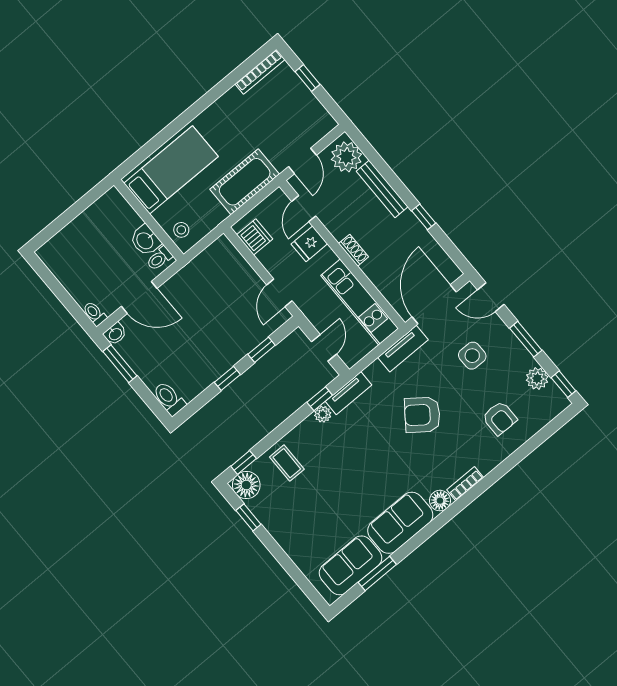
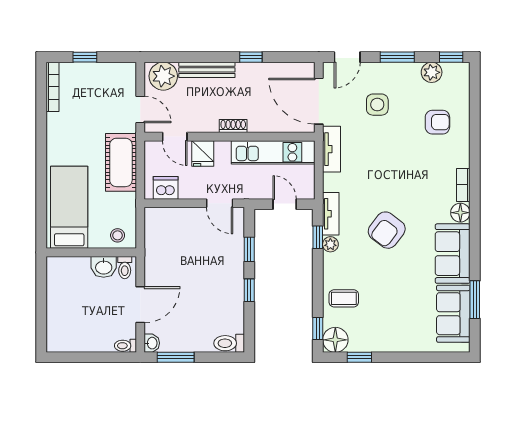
armchair: (422, 415) -> (387, 230), moved

